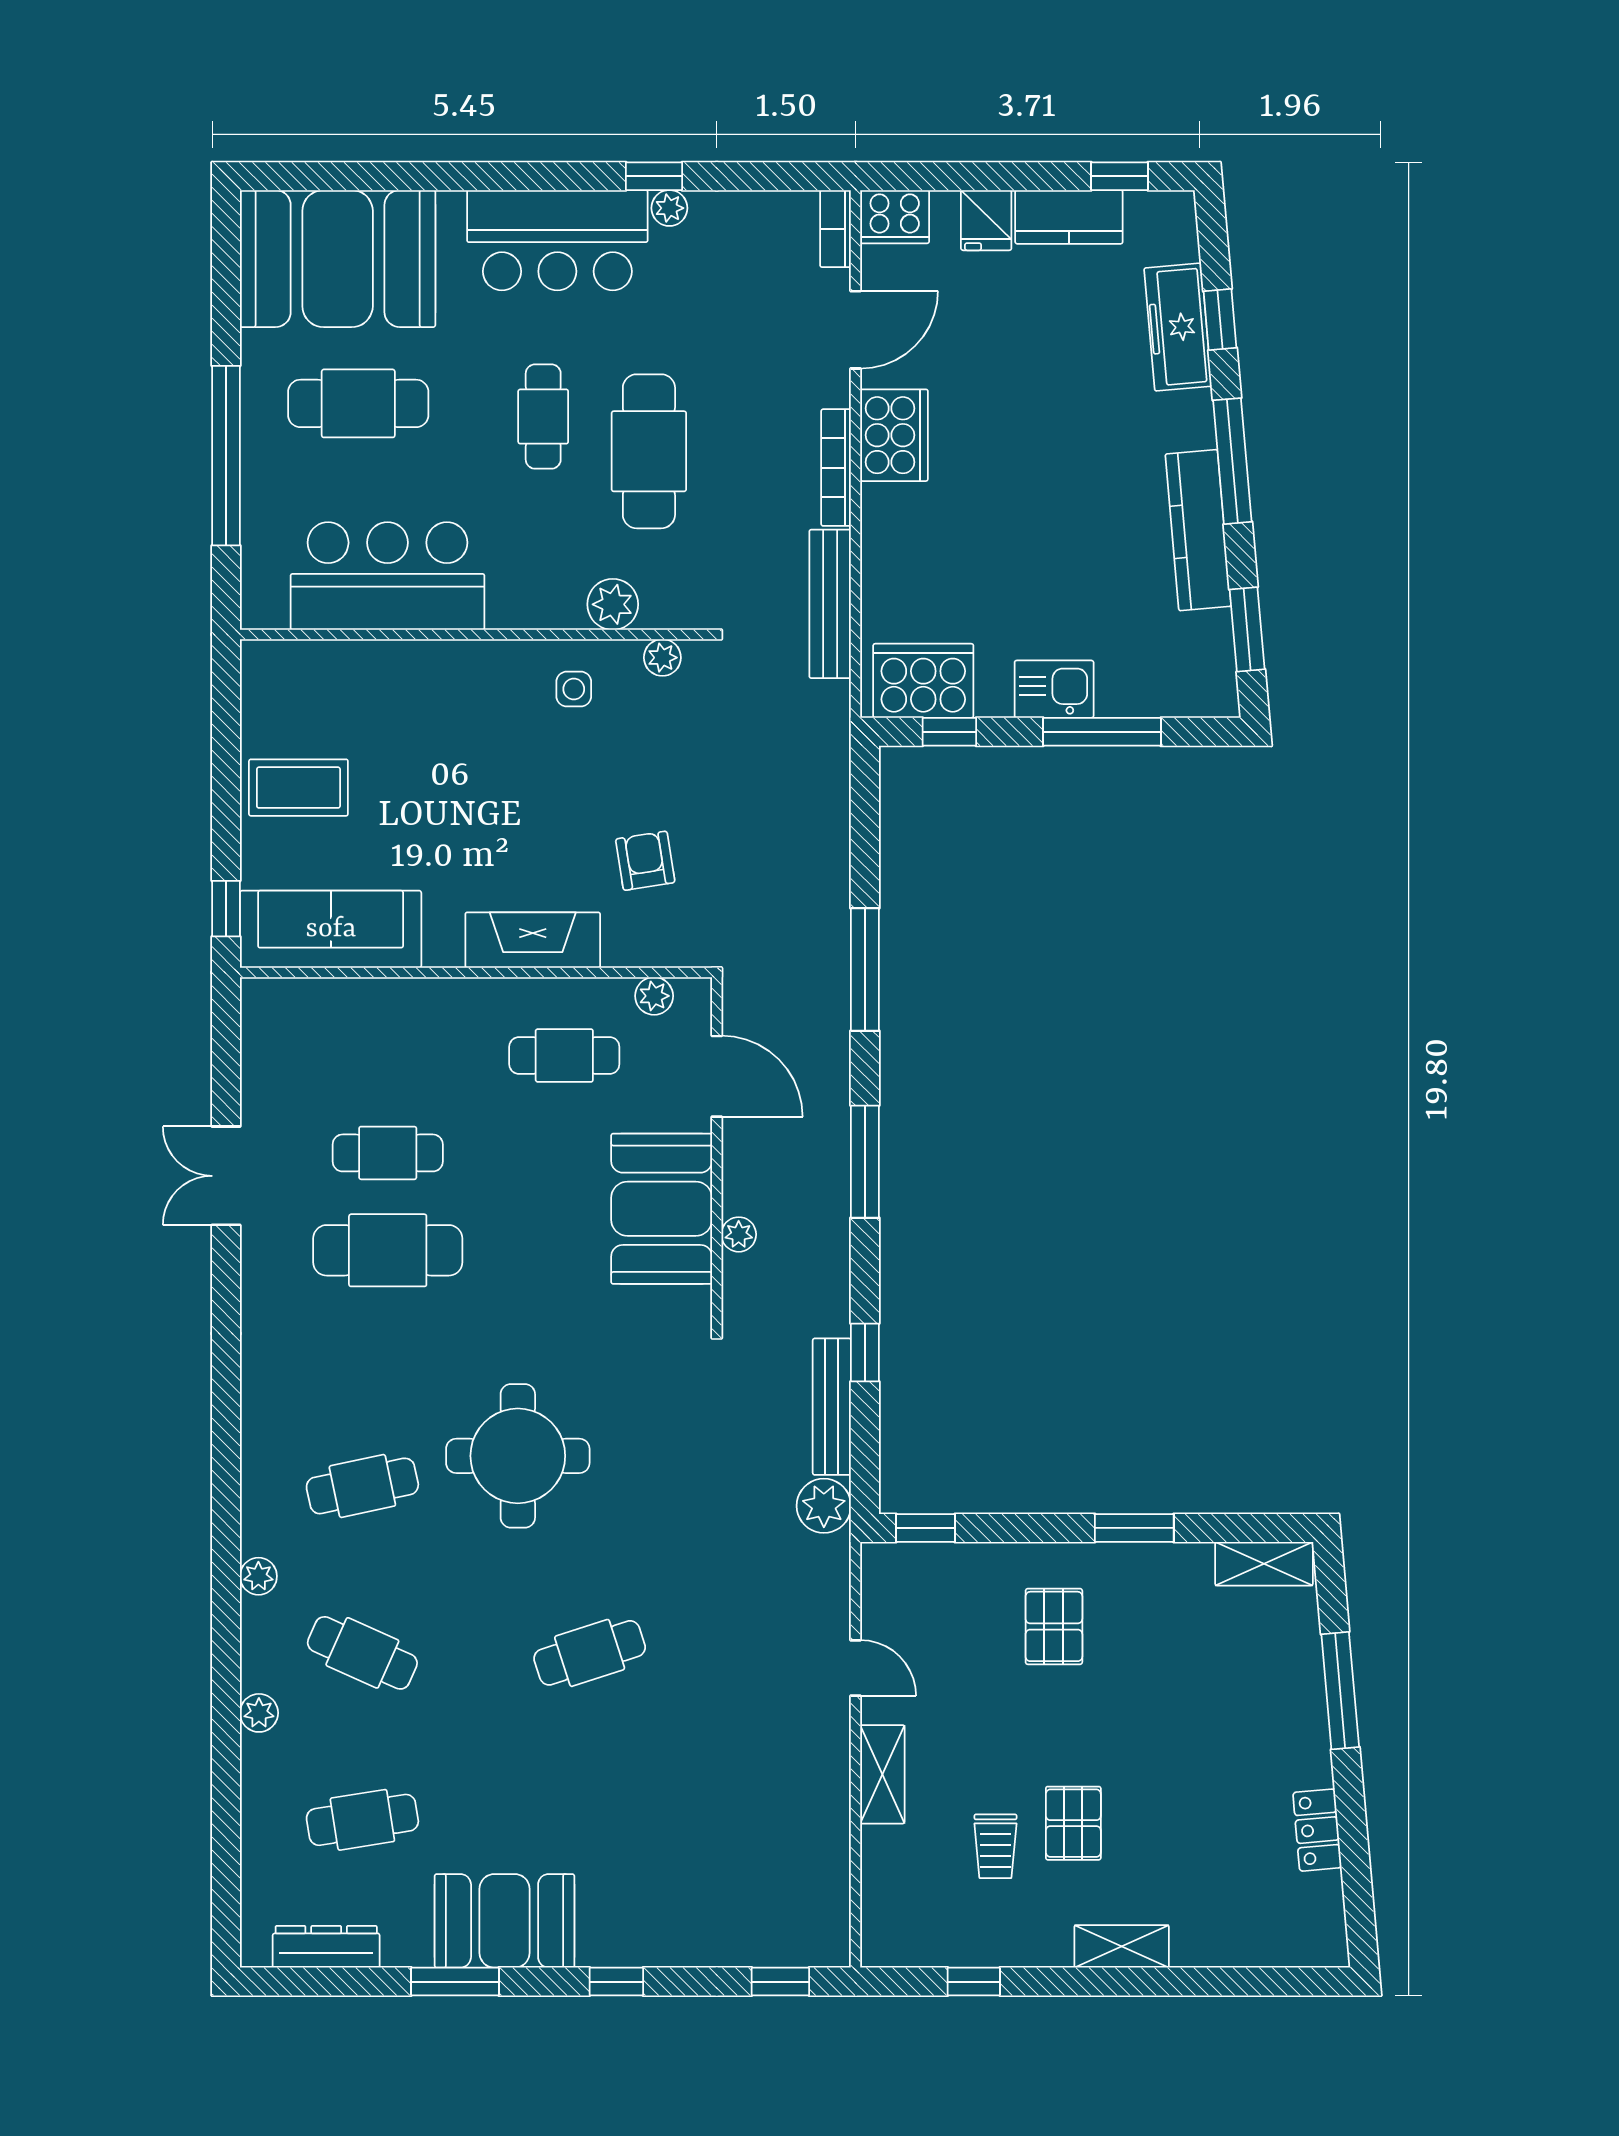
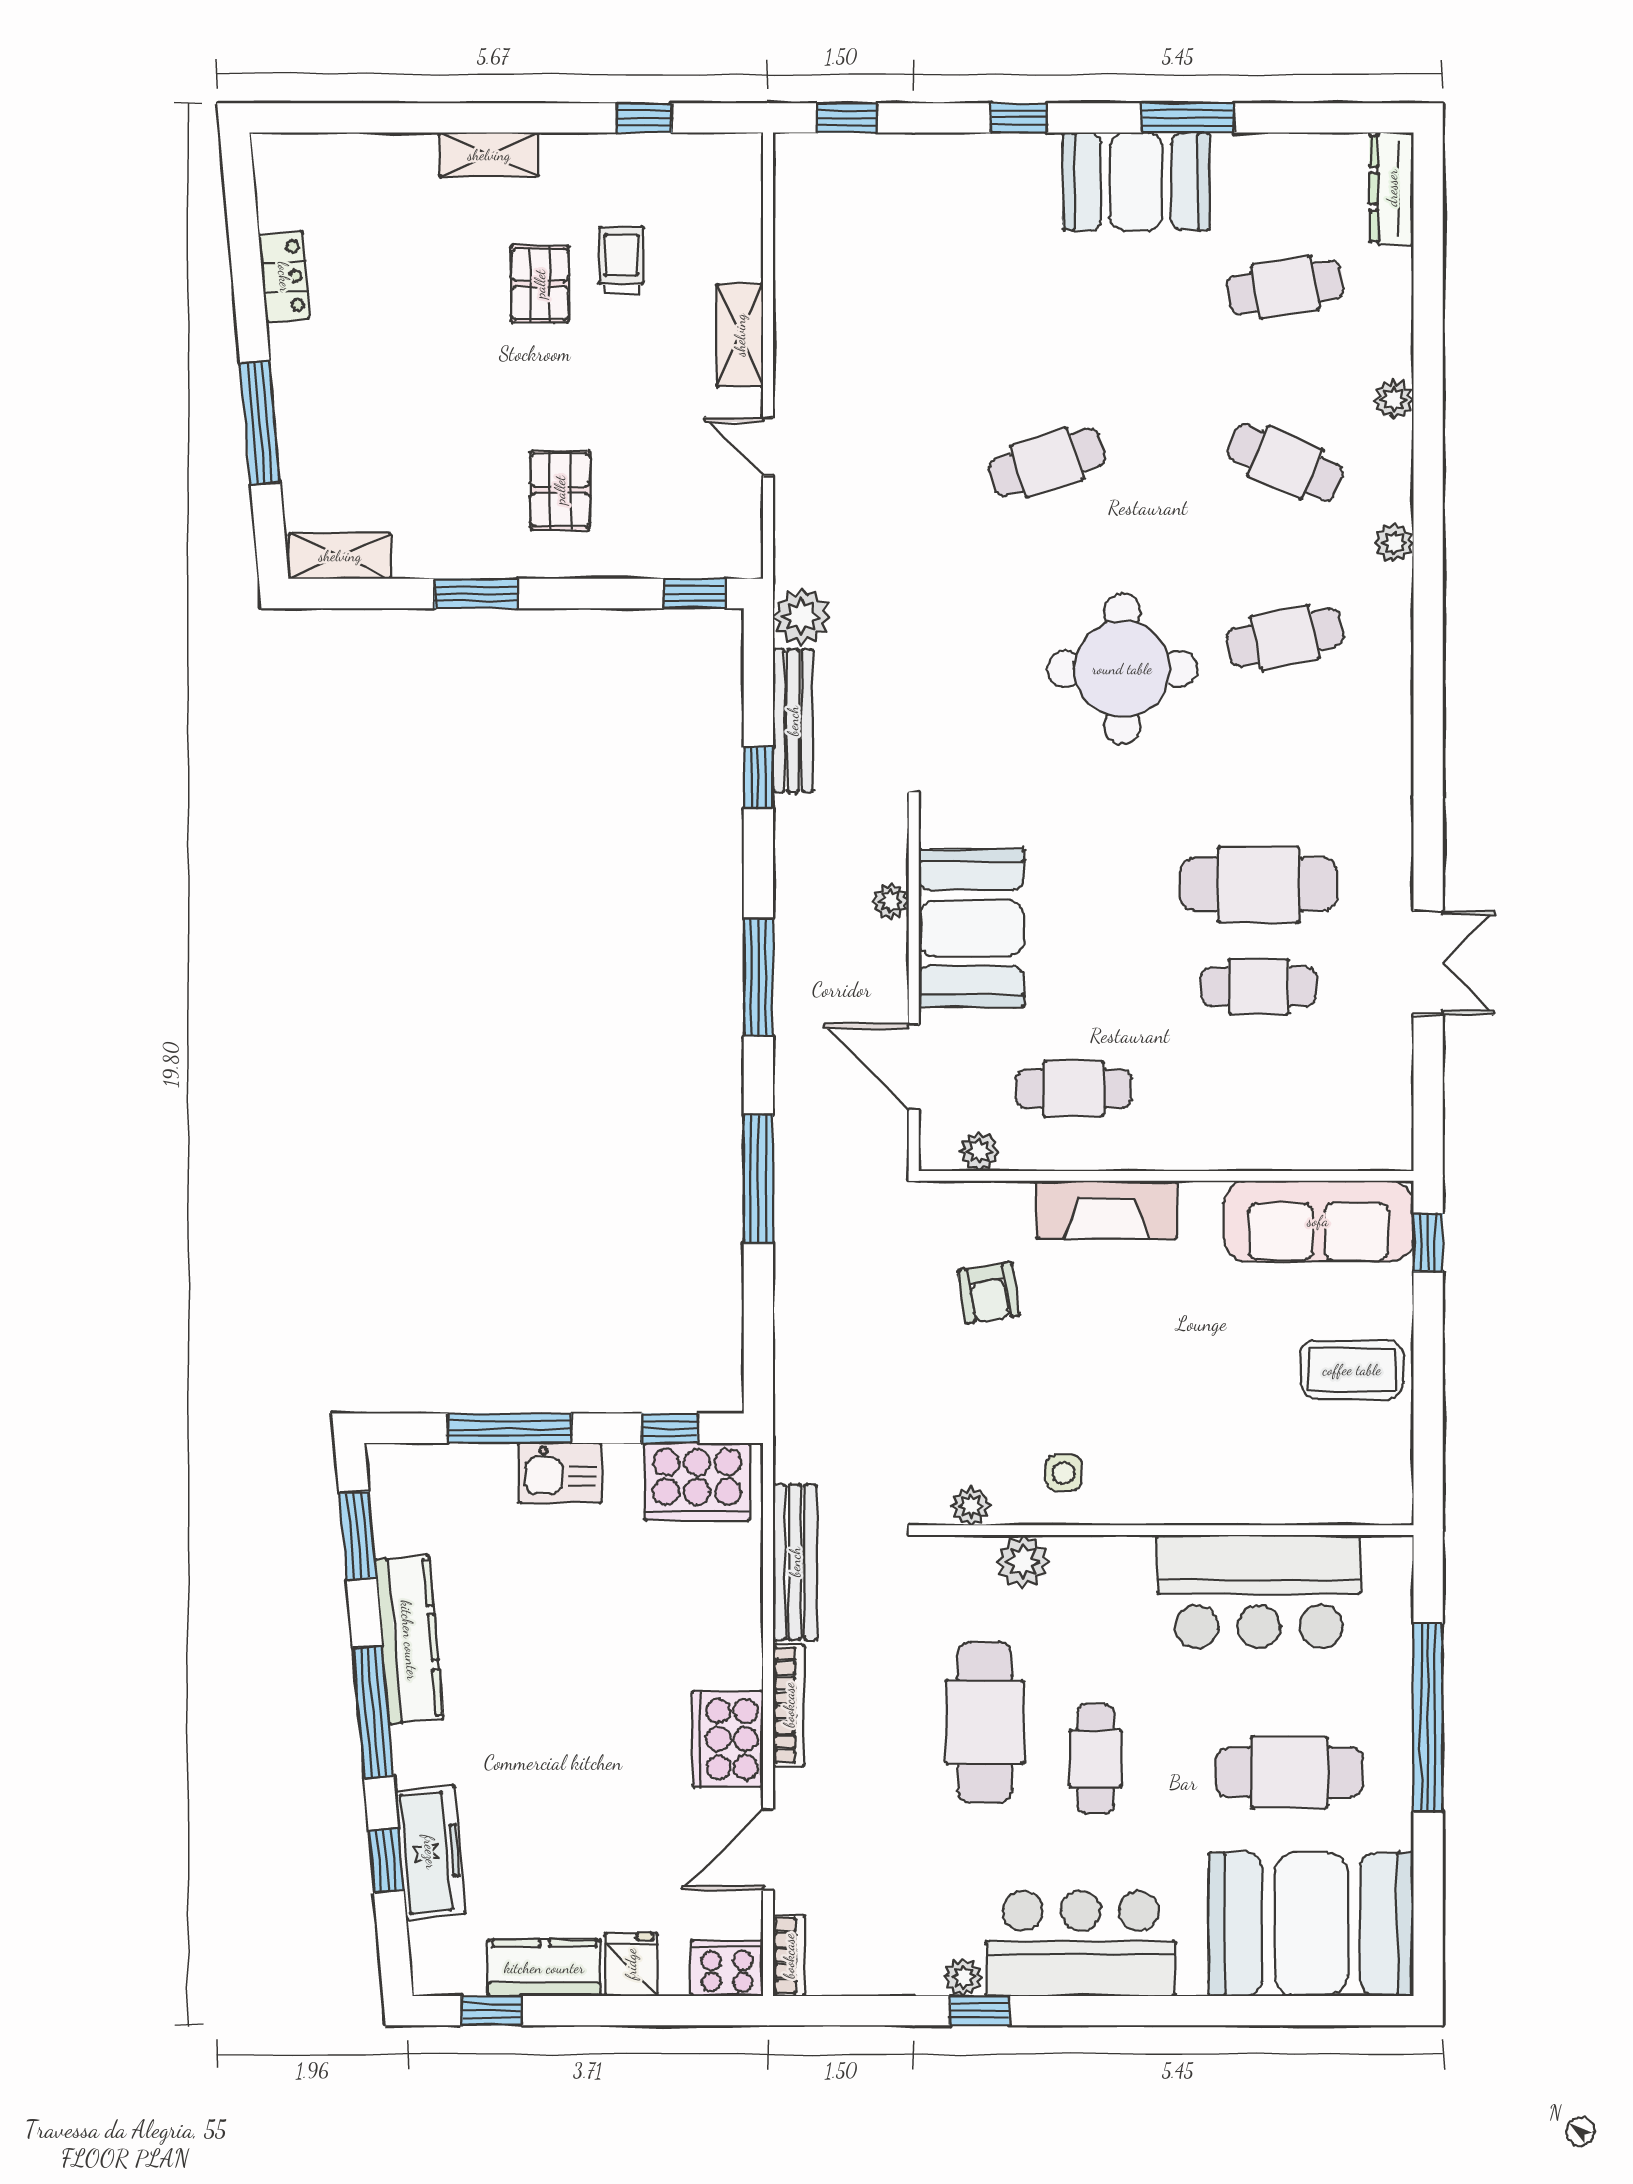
dresser: (326, 1947) -> (1392, 188), moved, turned 90

